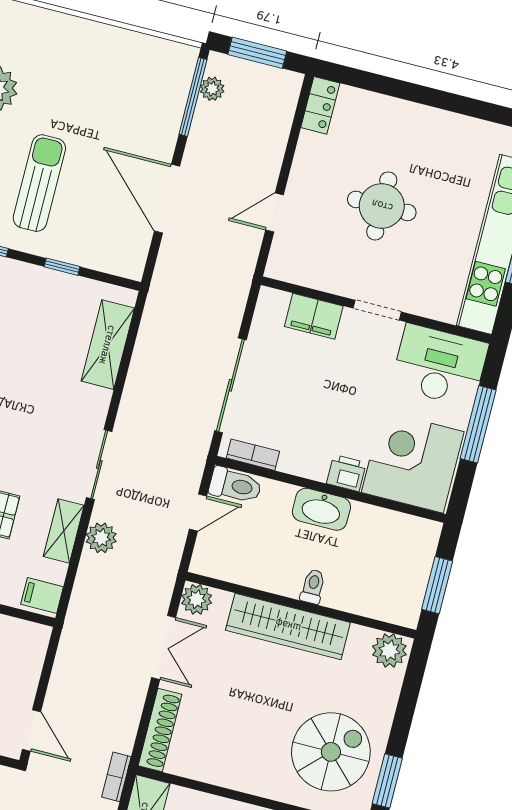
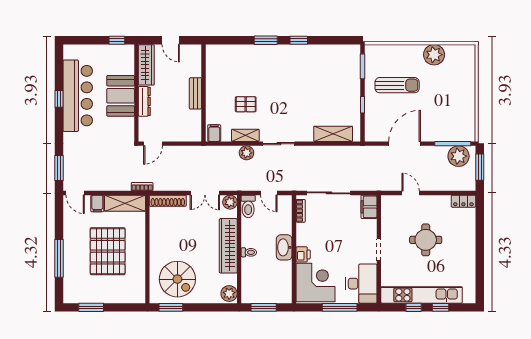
plant: (212, 89) -> (459, 156), width x1.88, depth x1.88
filing cabinet: (314, 316) -> (369, 207), moved
toilet: (235, 485) -> (248, 206), moved

